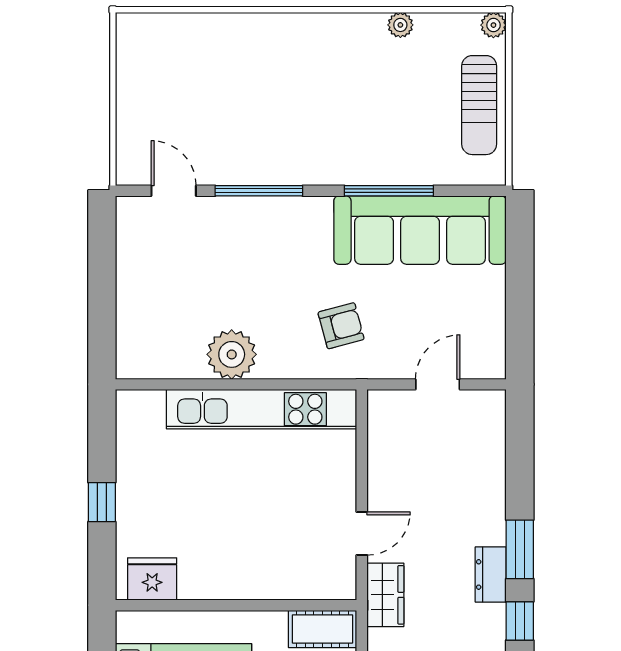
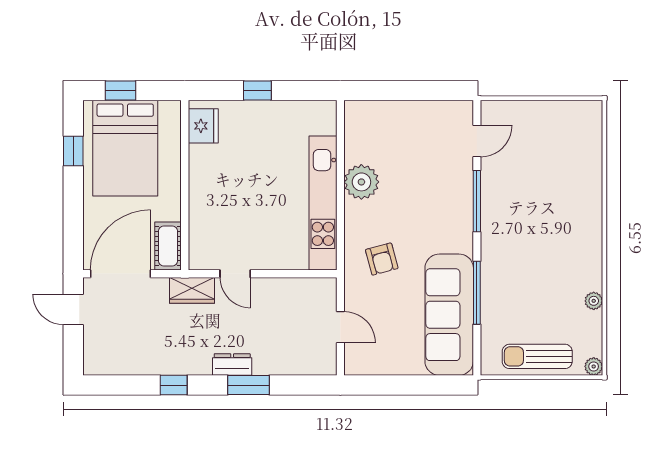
window: (520, 549) -> (249, 385), moved
dresser: (491, 574) -> (232, 365), moved

